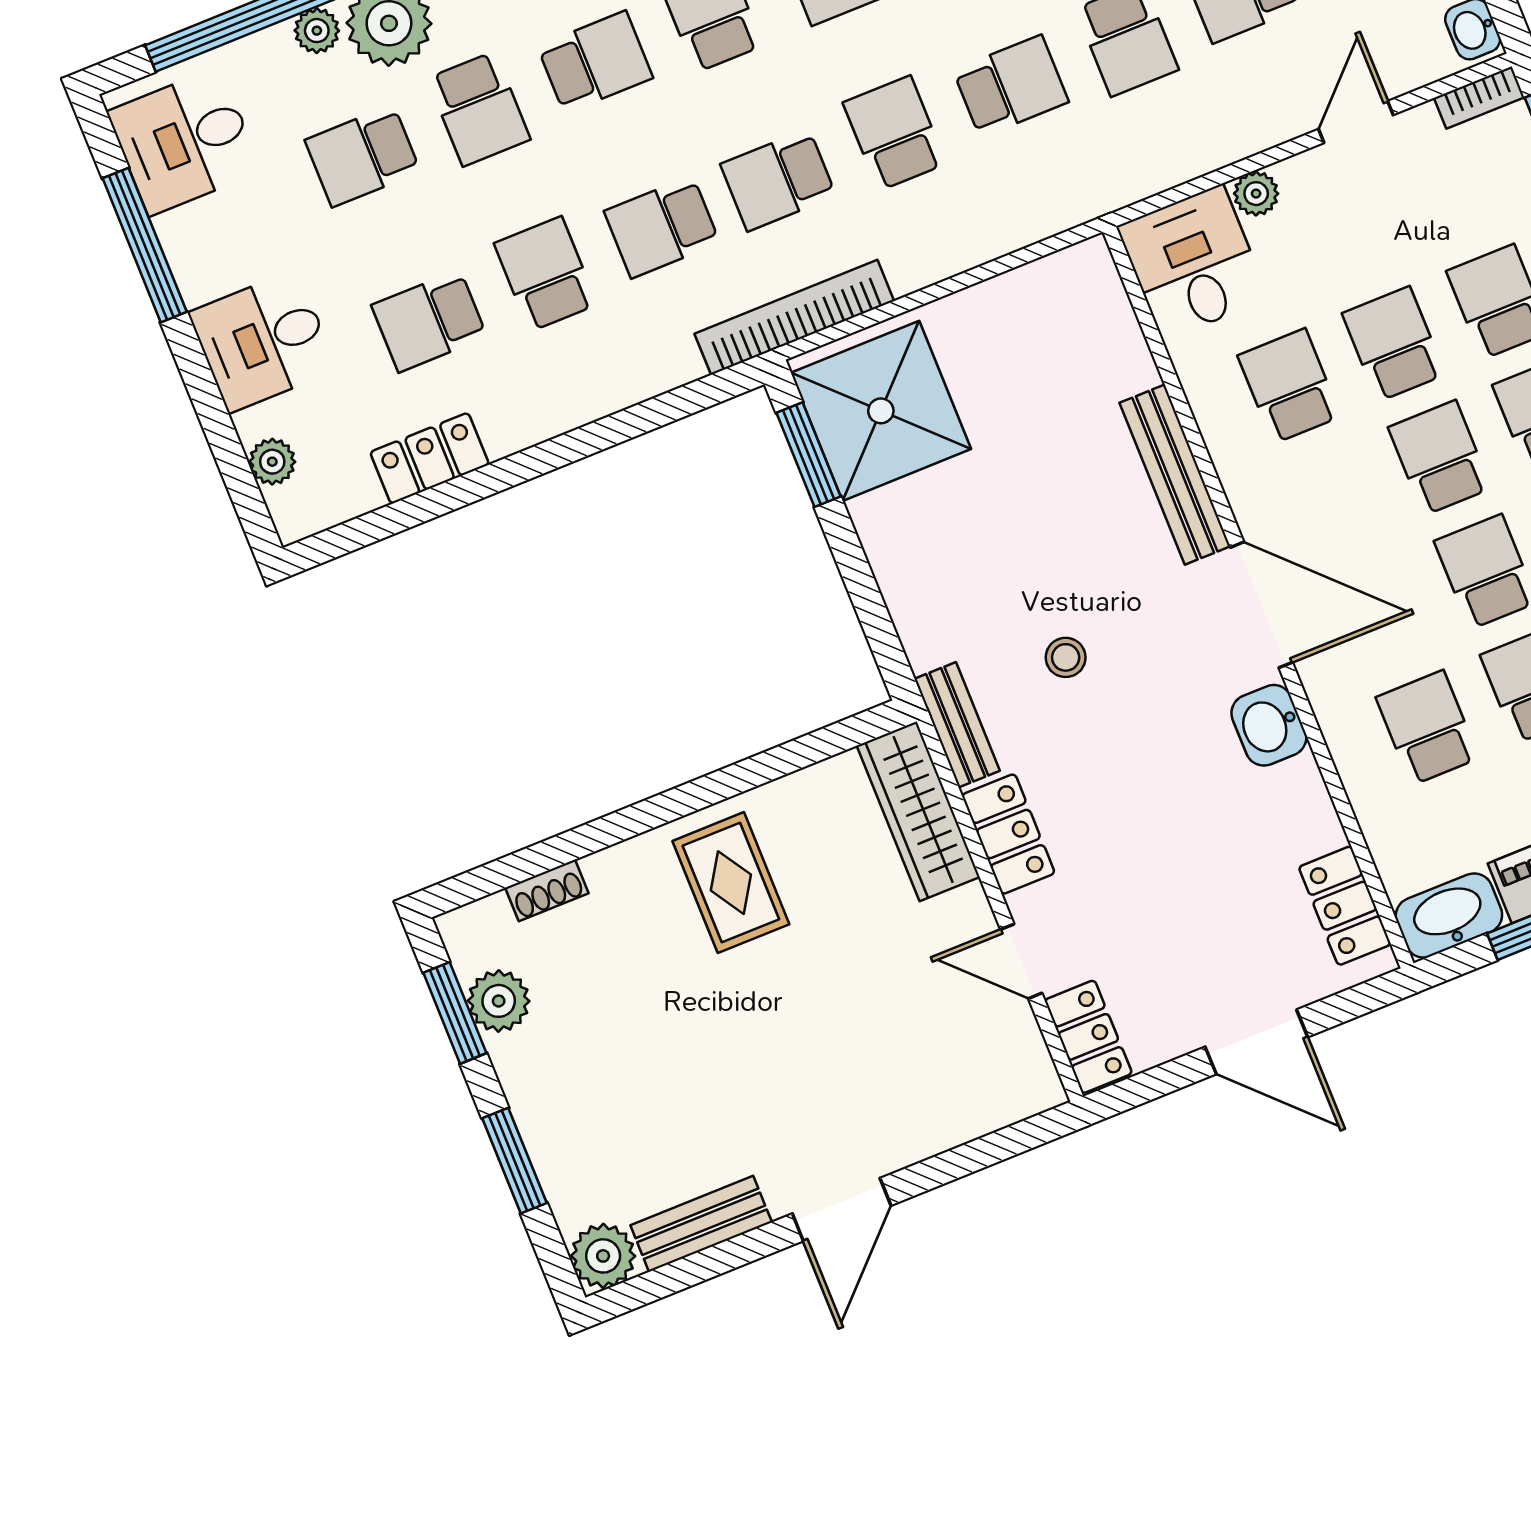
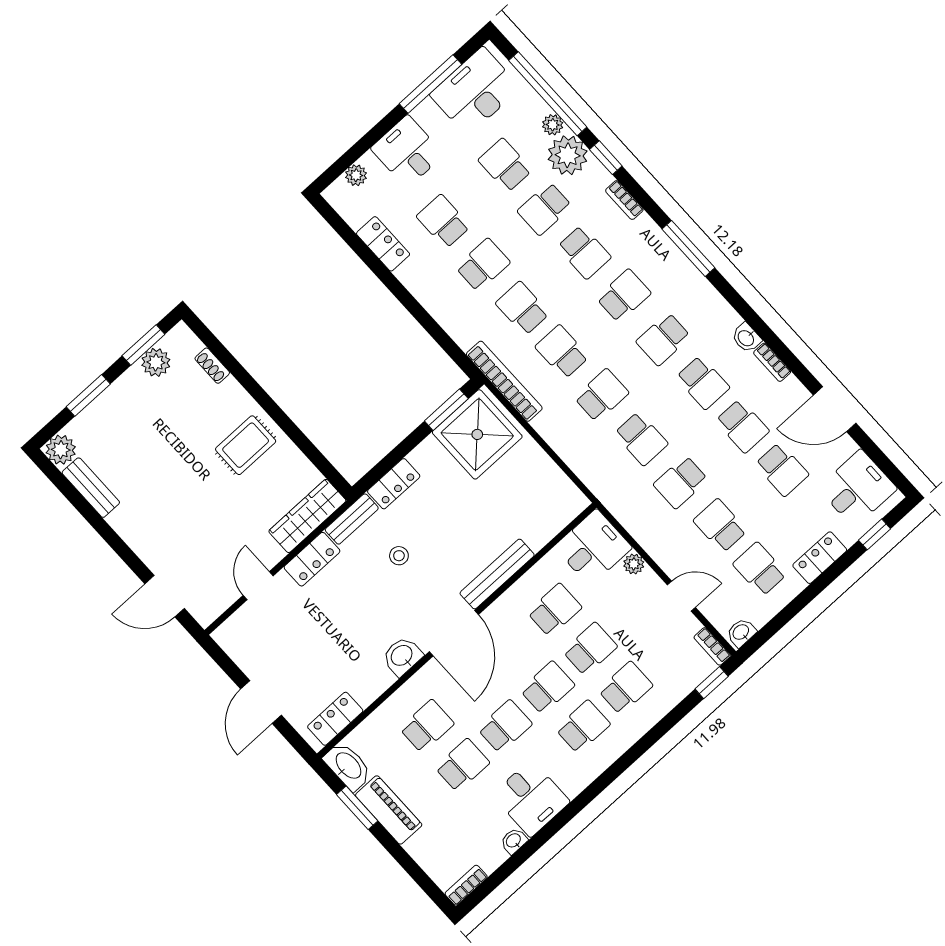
desk: (184, 141) -> (475, 91), width x1.37
locker: (1088, 1037) -> (394, 484), moved
door: (842, 1210) -> (165, 596), moved

